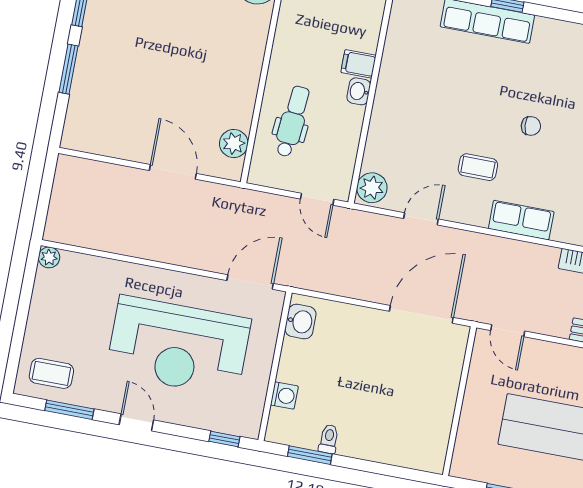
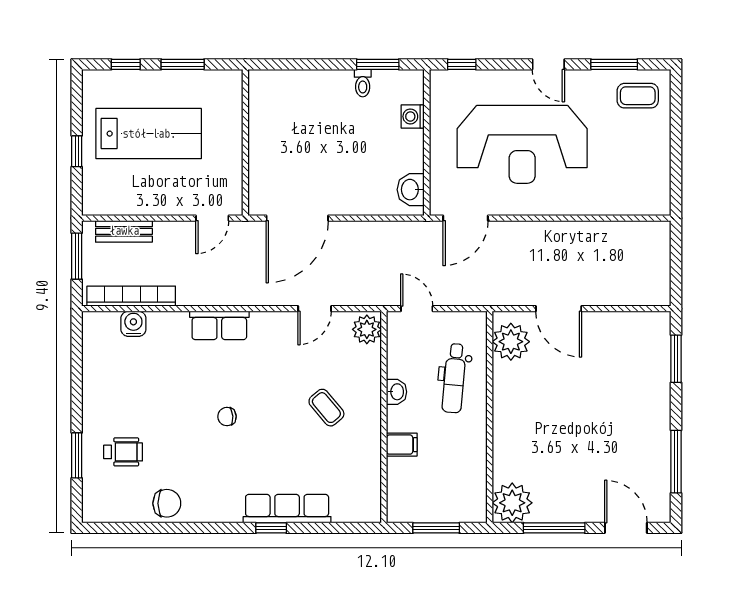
window: (69, 69) -> (676, 359), moved
washbasin: (359, 91) -> (397, 392), moved
plant: (234, 143) -> (511, 342), width x1.36, depth x1.36
coffee table: (478, 167) -> (326, 408), moved, turned 50
plant: (49, 257) -> (661, 205), removed
door: (508, 331) -> (212, 218), swing flipped
reception desk: (178, 346) -> (522, 144), turned 180

